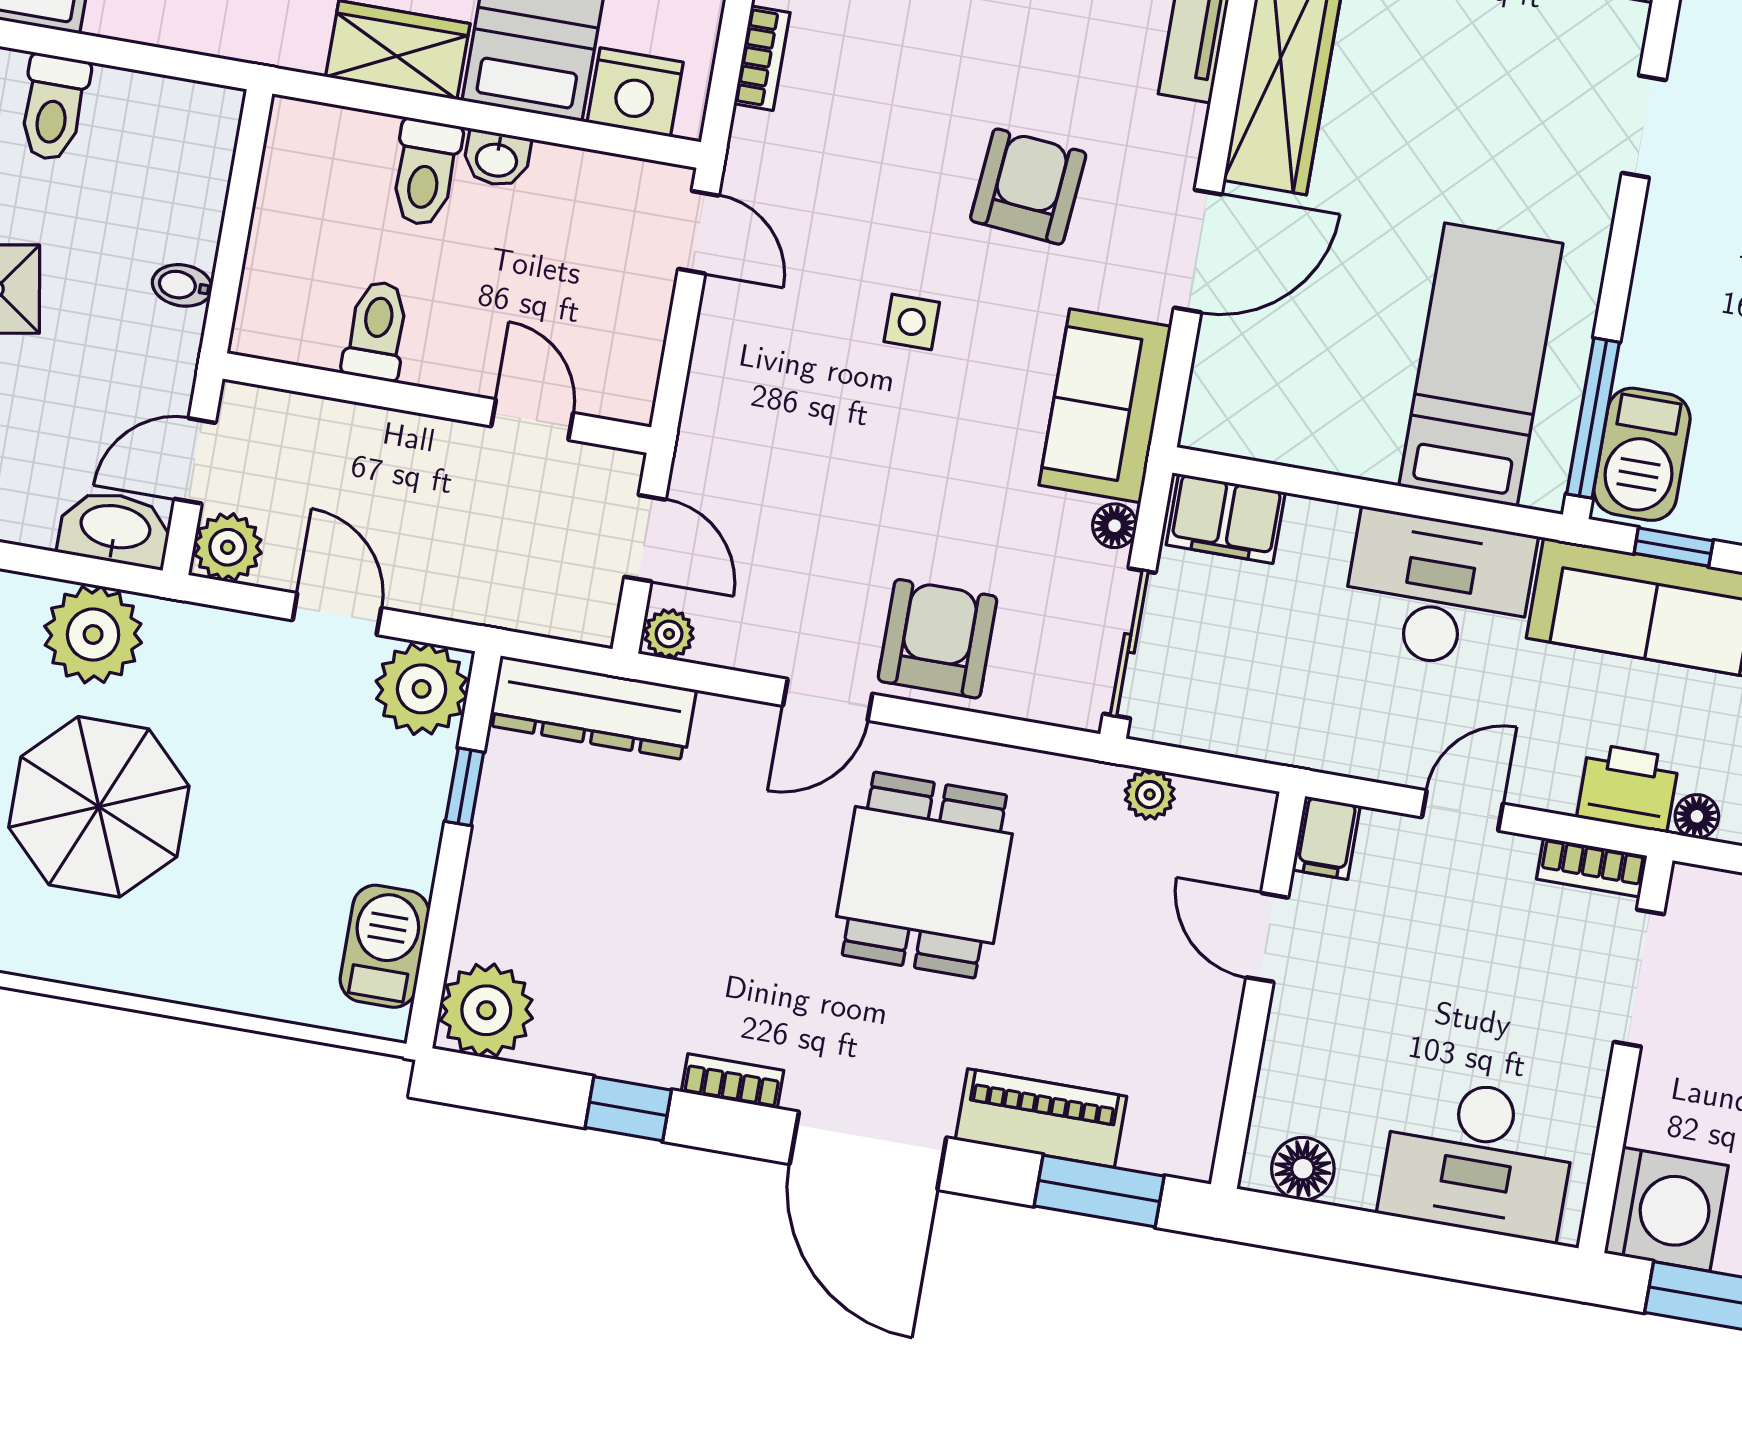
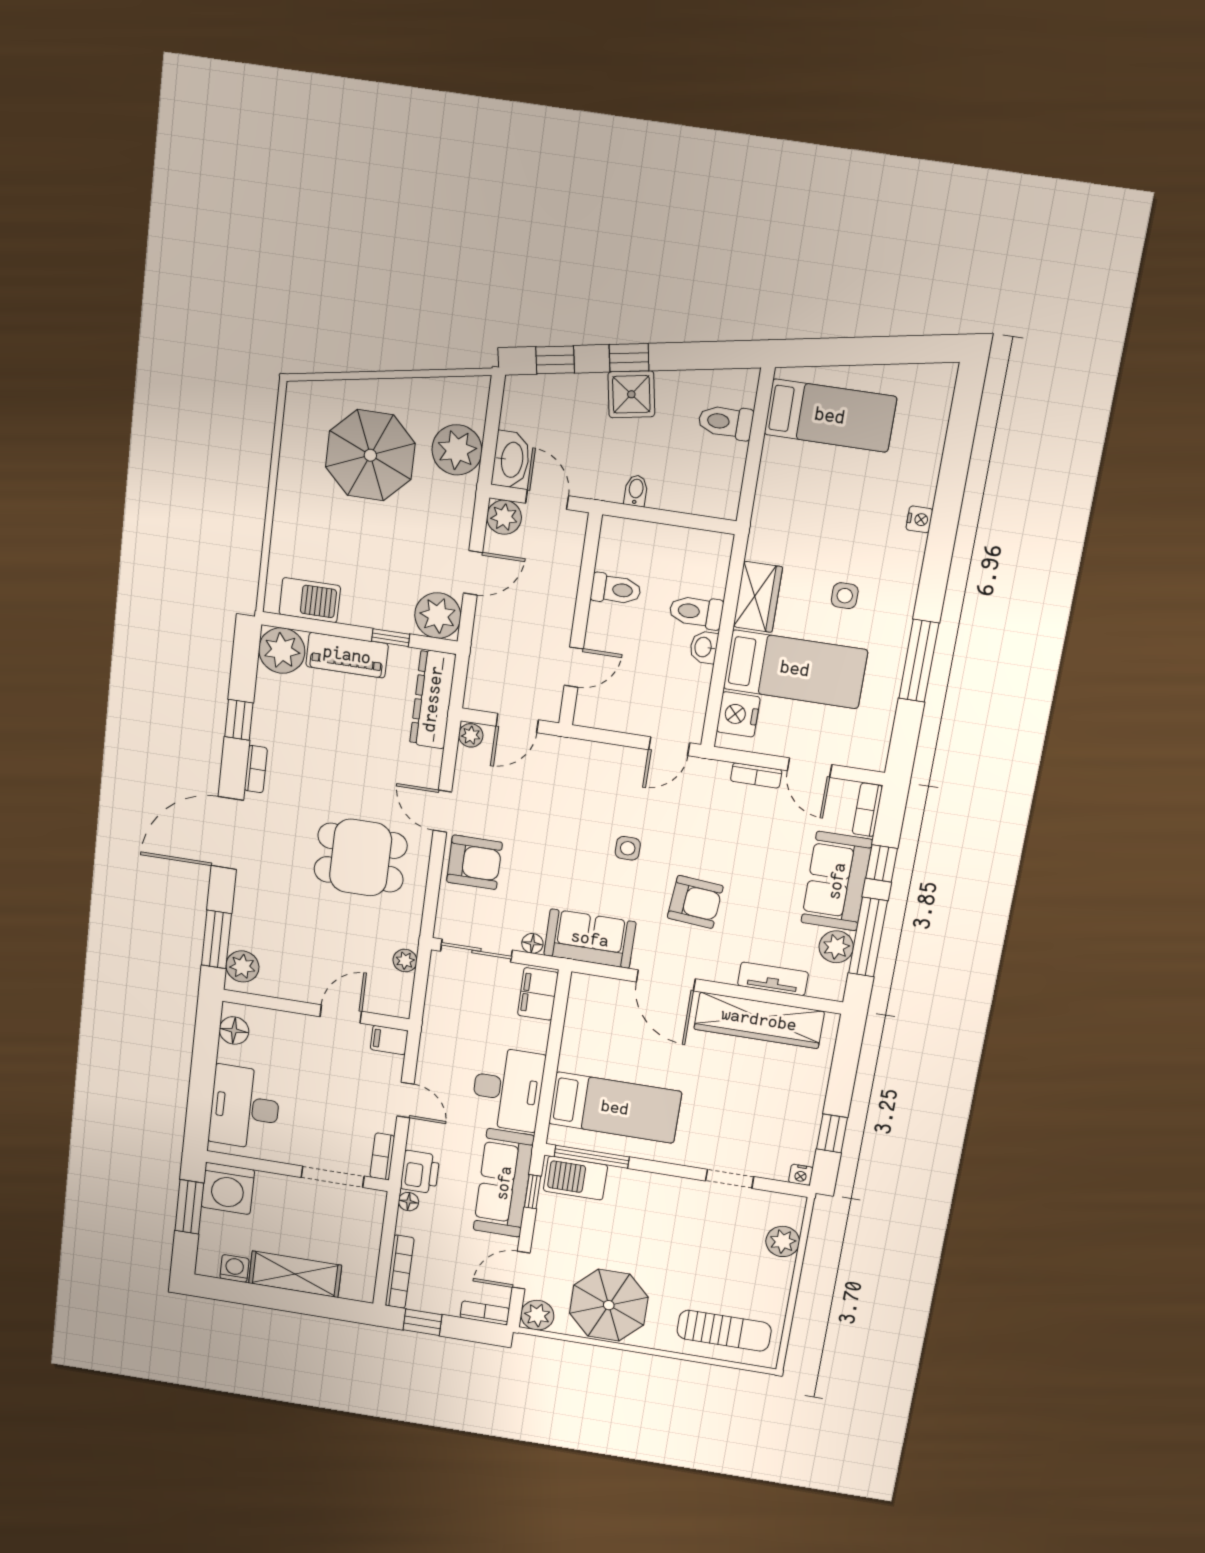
piano: (1041, 1118) -> (347, 655), moved, turned 90
plant: (1160, 1140) -> (242, 966), added

